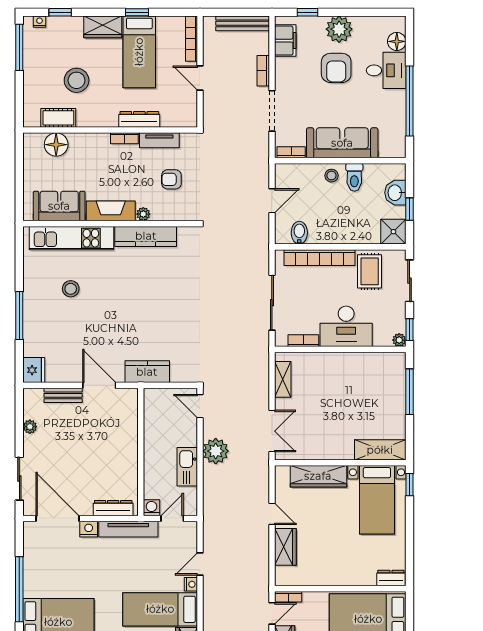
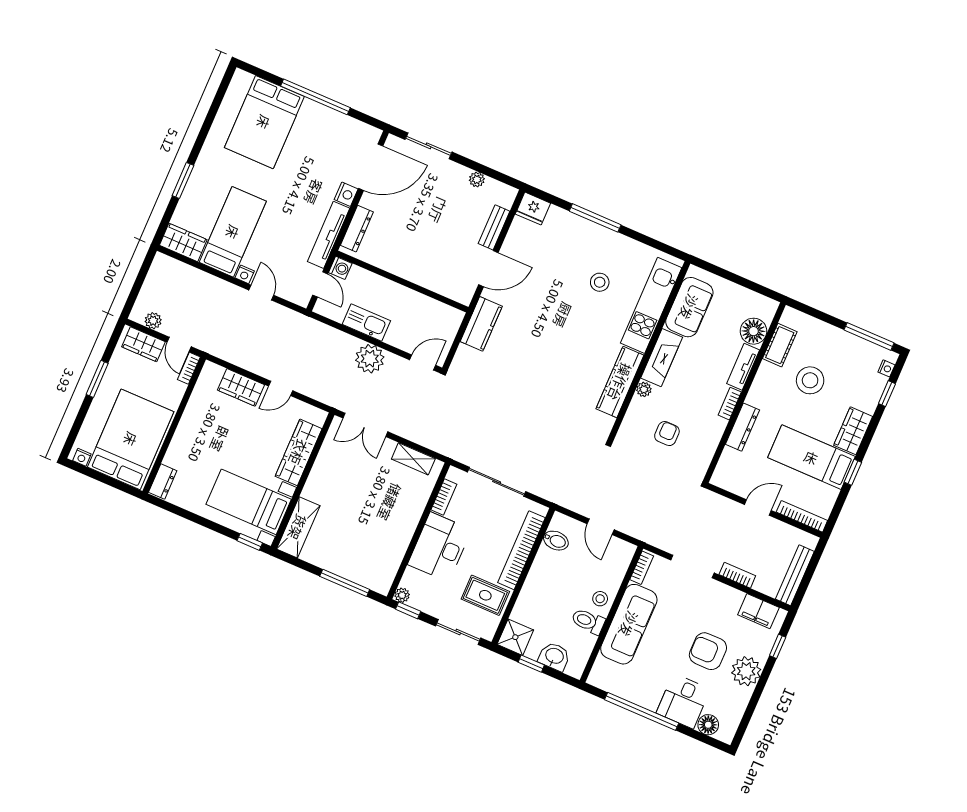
tv unit: (159, 140) -> (743, 367), moved

